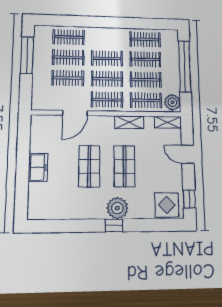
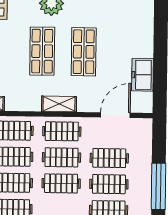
door: (75, 113) -> (115, 115), moved
shelving: (129, 122) -> (59, 104), moved
freezer: (38, 168) -> (143, 75), moved

